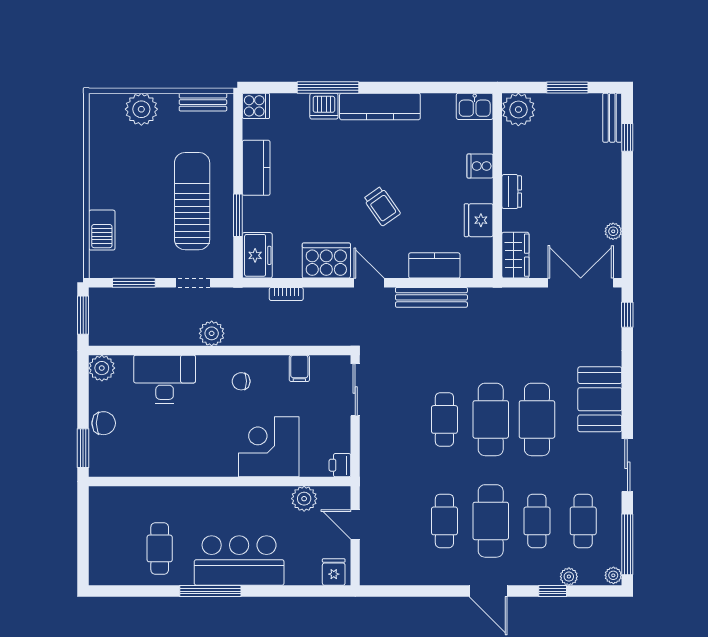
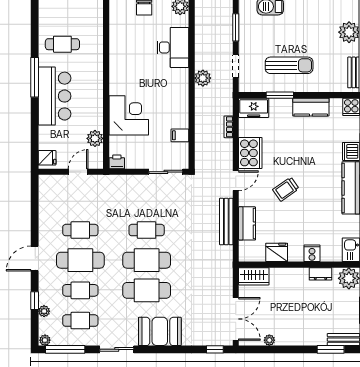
window: (627, 137) -> (331, 349), width x1.50
dresser: (512, 192) -> (320, 274), moved
sun lounger: (192, 201) -> (289, 65), width x0.73, depth x0.75
chair: (241, 381) -> (171, 97), removed

